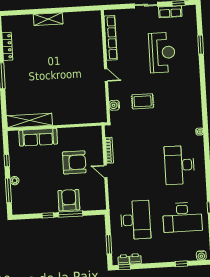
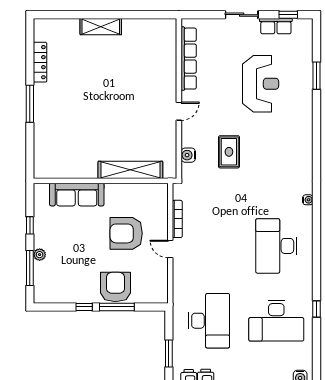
door: (106, 75) -> (179, 111), hinge flipped
rug: (143, 101) -> (229, 152), turned 90
shelving: (29, 121) -> (130, 170), moved
armchair: (74, 162) -> (126, 233), turned 180

